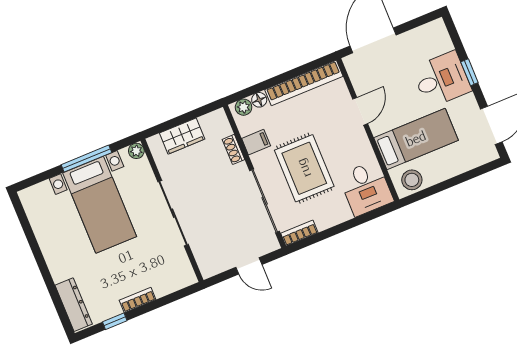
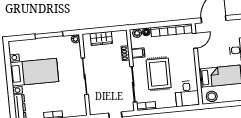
door: (360, 111) -> (195, 41), moved
bed with nightstands: (100, 205) -> (34, 72), moved, turned -90

